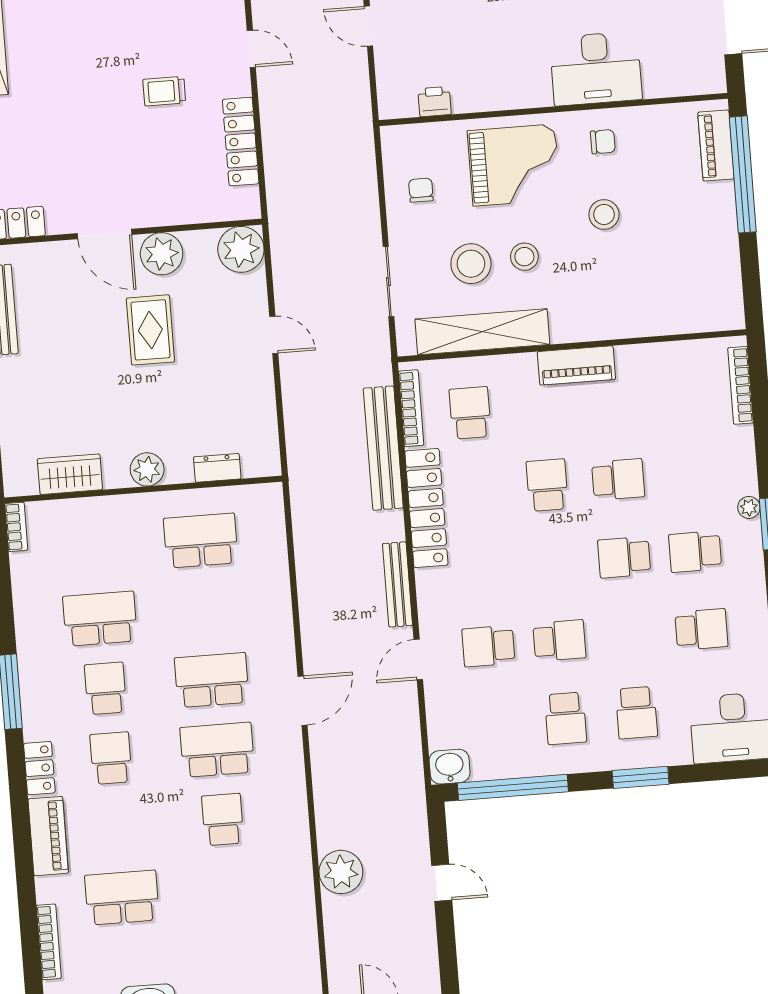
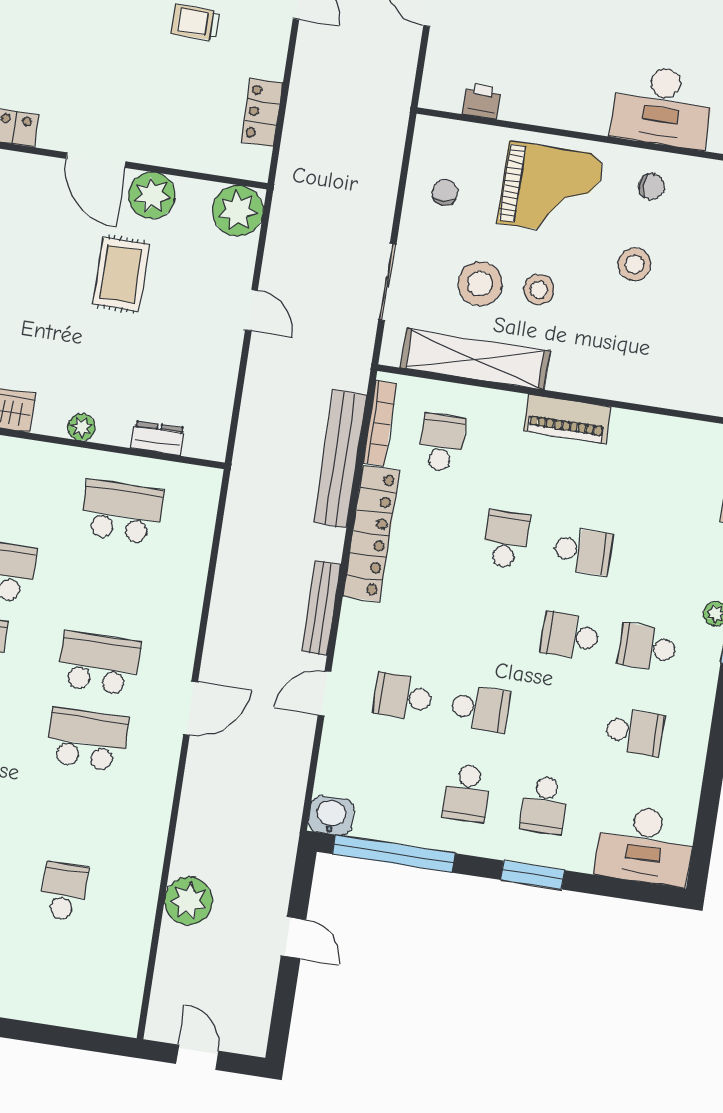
locker: (241, 142) -> (262, 112), width x0.66
plant: (147, 469) -> (82, 427), width x0.73, depth x0.73
school desk: (223, 819) -> (64, 891), moved

